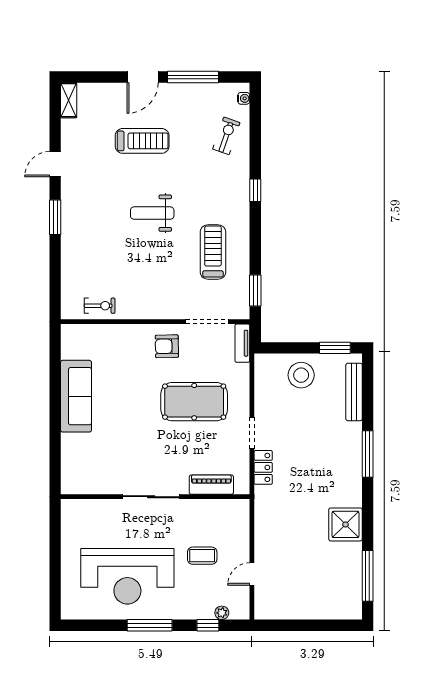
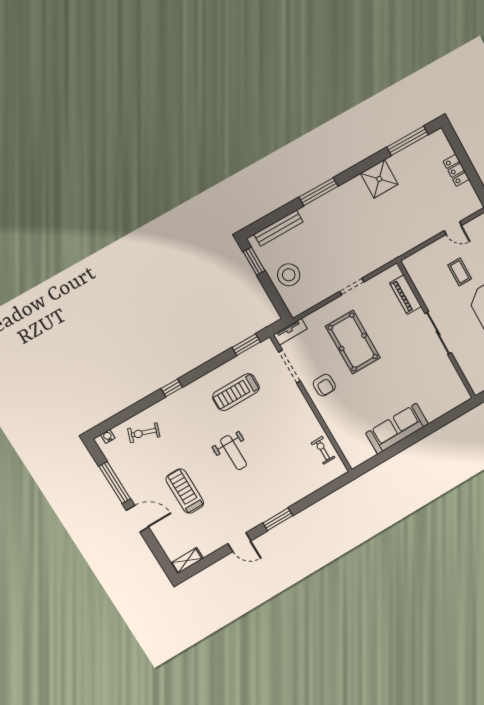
locker: (263, 467) -> (456, 170), moved, turned -90

